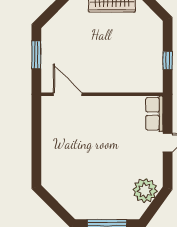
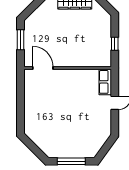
plant: (145, 190) -> (98, 137), removed

